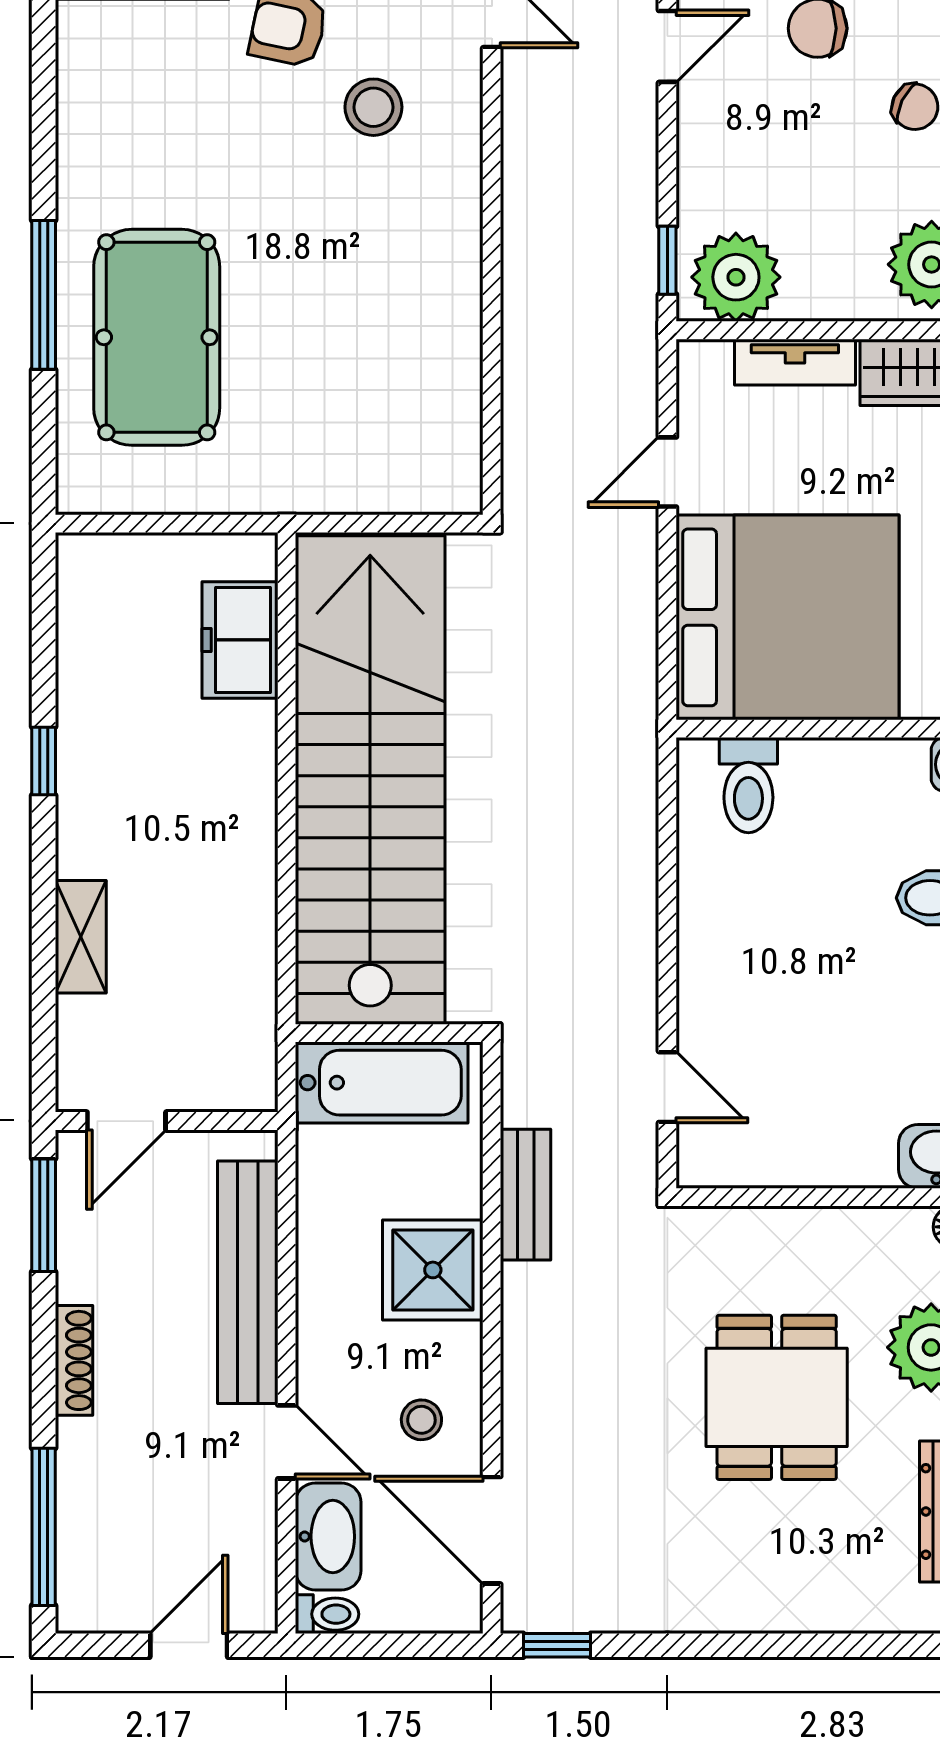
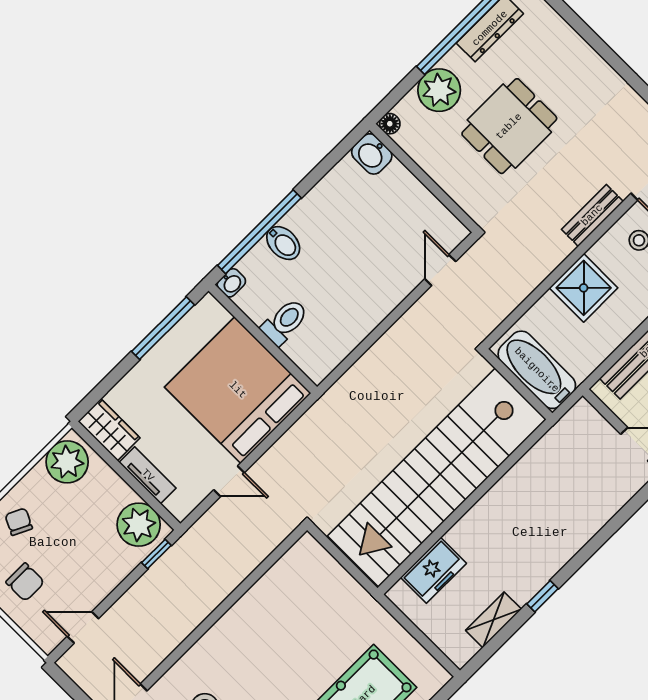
toilet: (748, 785) -> (285, 322), moved
shelving: (81, 937) -> (493, 620), moved
bench: (526, 1195) -> (592, 215), moved

